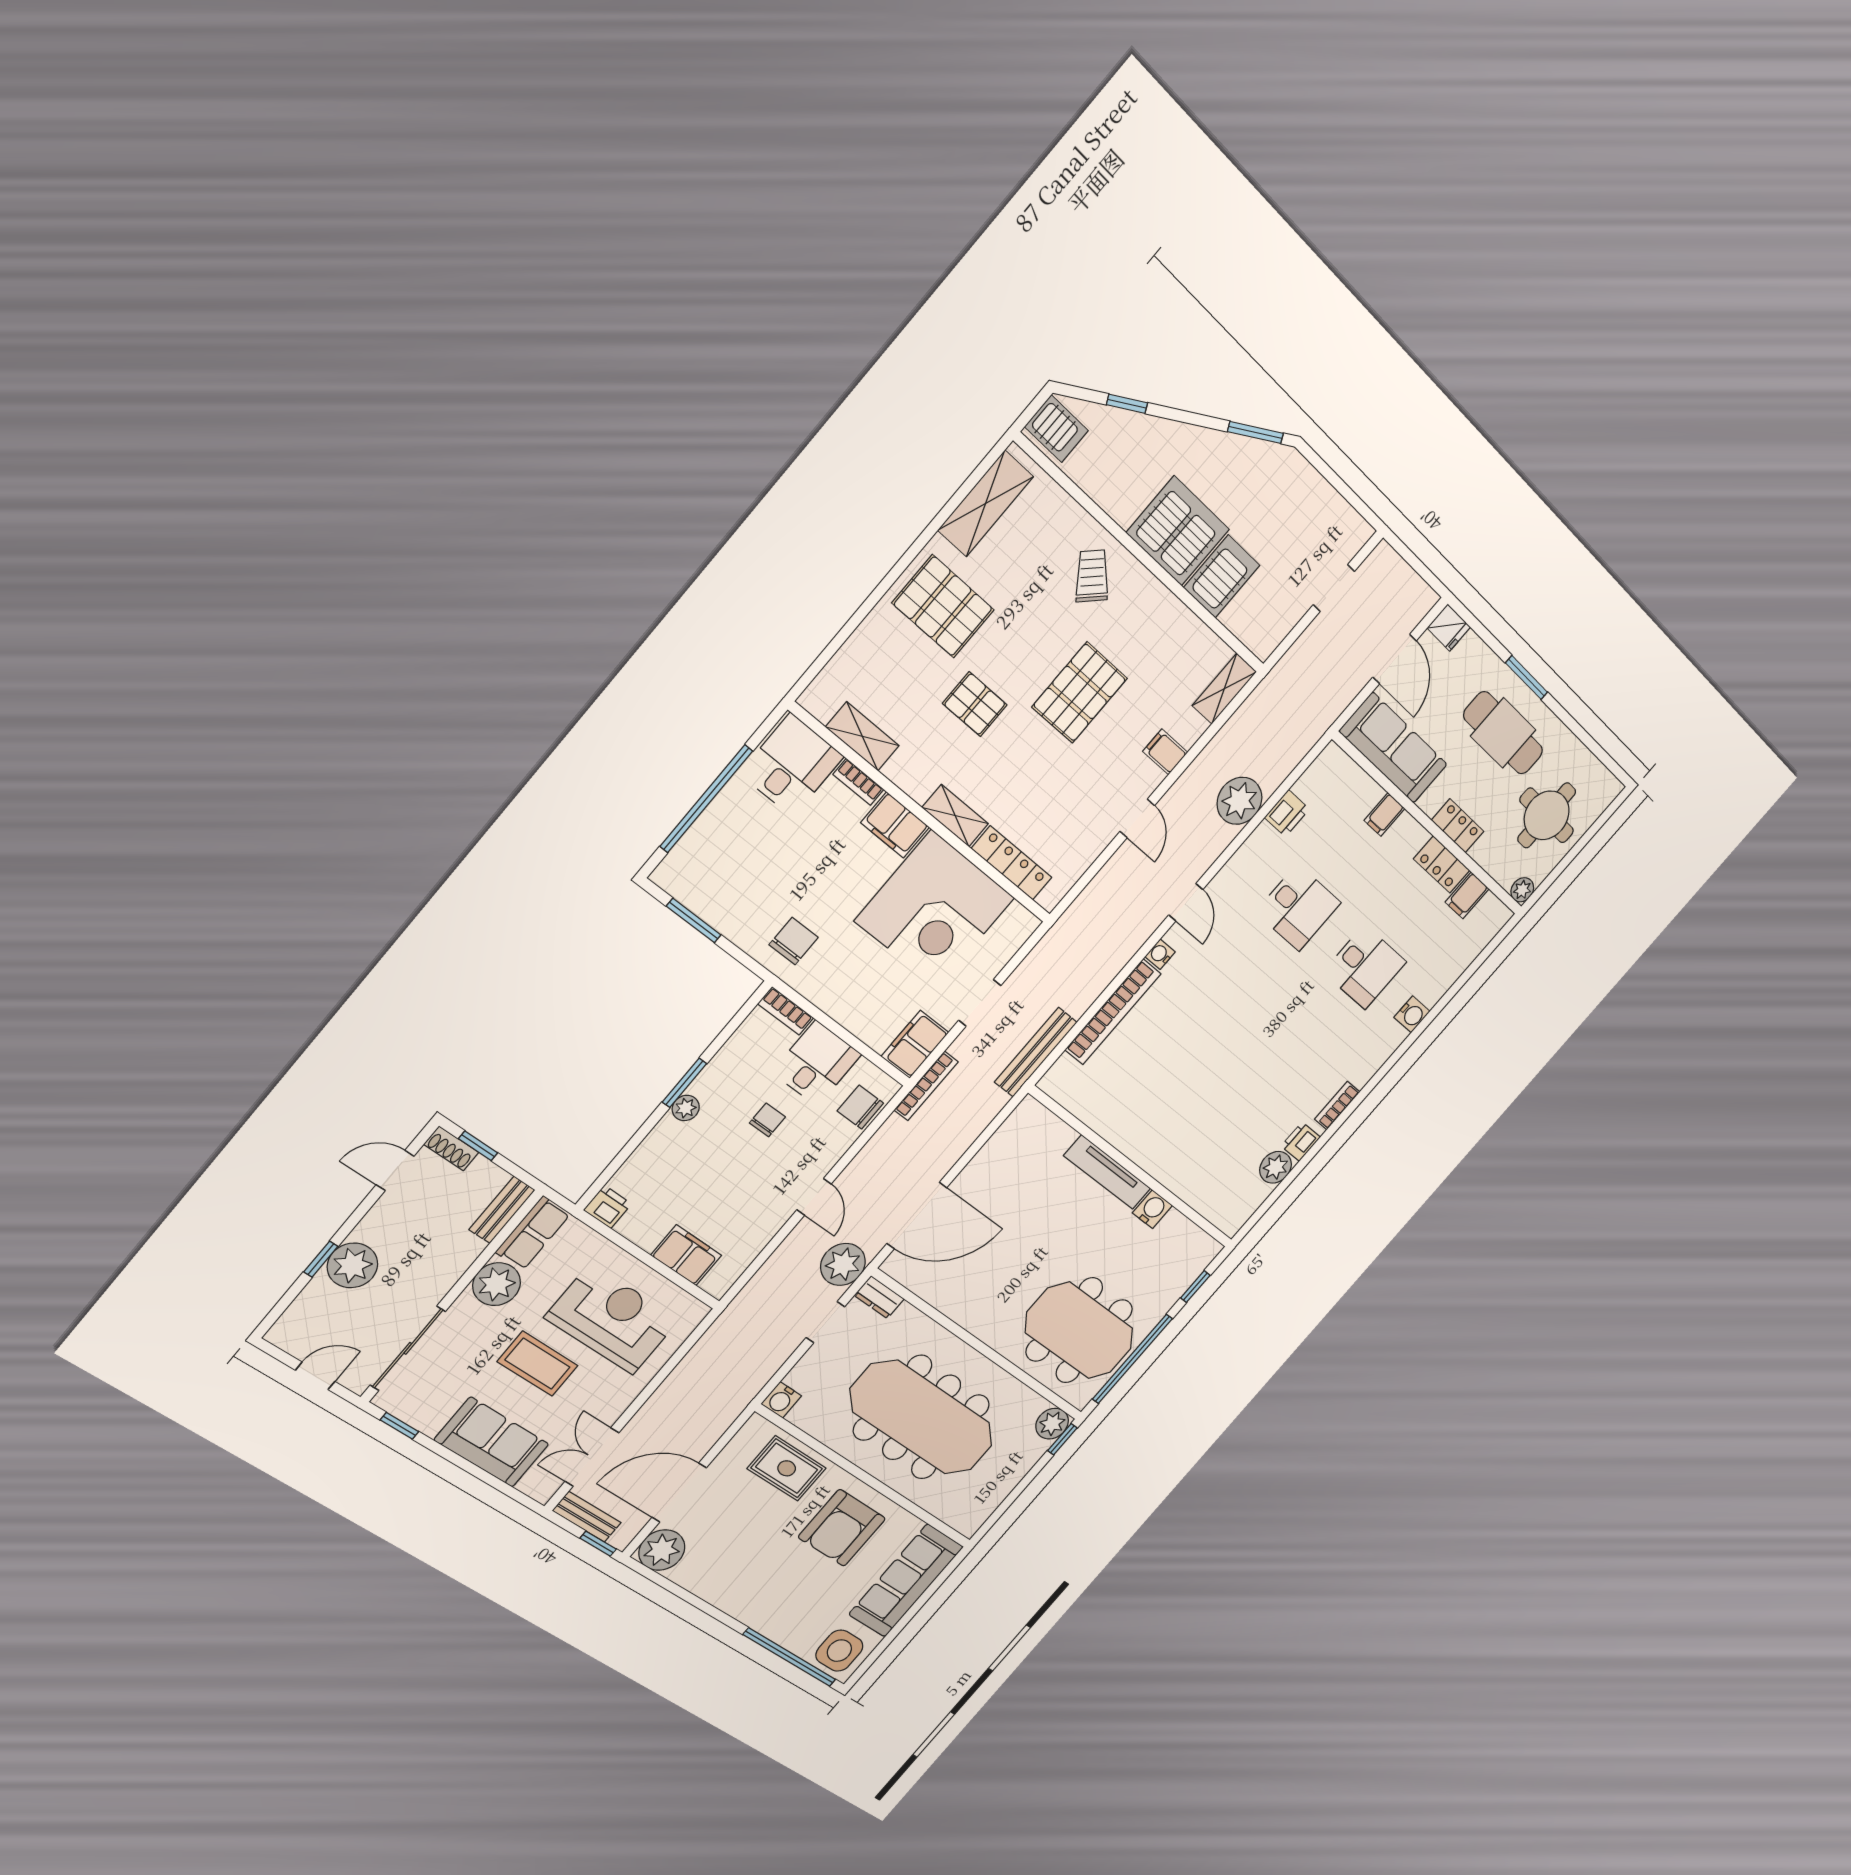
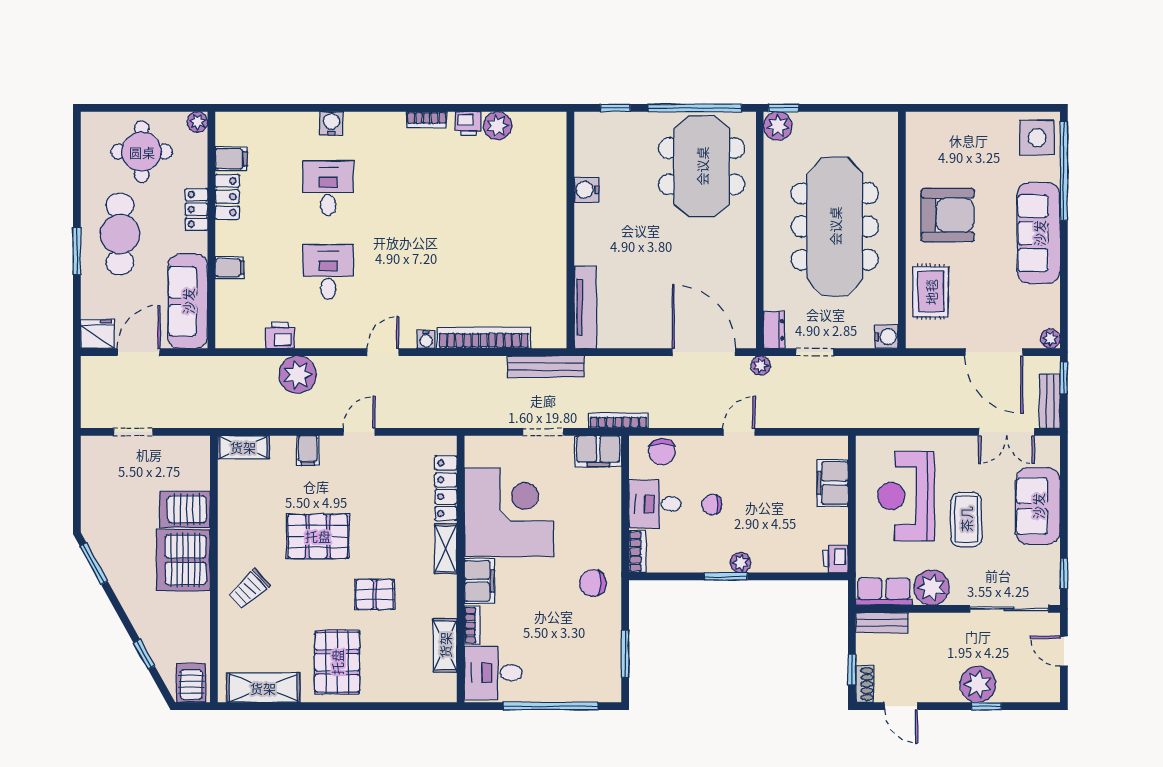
fridge: (1449, 628) -> (97, 334), width x1.38
pallet: (975, 704) -> (375, 594), turned 90
tv unit: (1107, 1172) -> (585, 307), moved
plant: (843, 1264) -> (761, 366), width x0.53, depth x0.53
plant: (662, 1550) -> (1050, 339), width x0.53, depth x0.53
sofa: (906, 1580) -> (1039, 233), moved, turned 90

